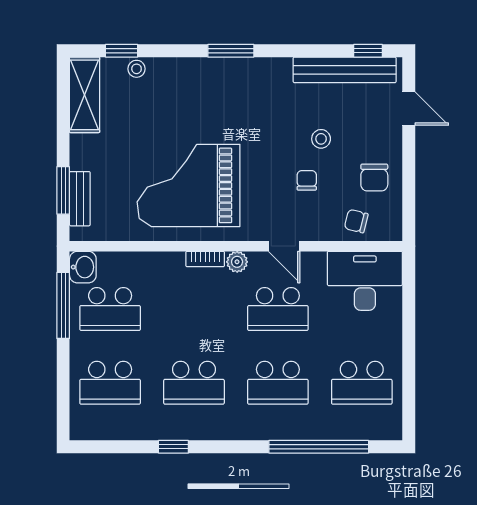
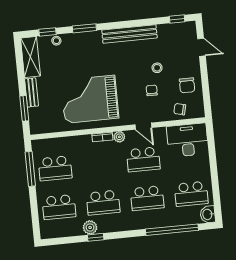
window: (231, 51) -> (84, 28), moved
bench: (345, 70) -> (129, 34), moved
bench: (80, 199) -> (31, 92), moved
washbasin: (83, 267) -> (208, 214), moved, turned 180
plant: (165, 427) -> (90, 227), added

